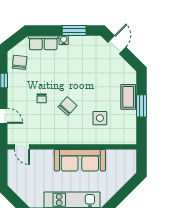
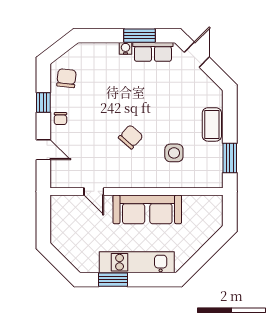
row of seats: (43, 43) -> (153, 52), moved
chair: (42, 98) -> (60, 119), moved
window: (142, 106) -> (230, 158), moved
door: (22, 147) -> (94, 191), moved

